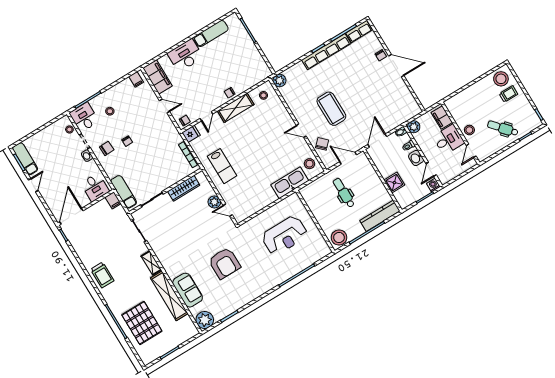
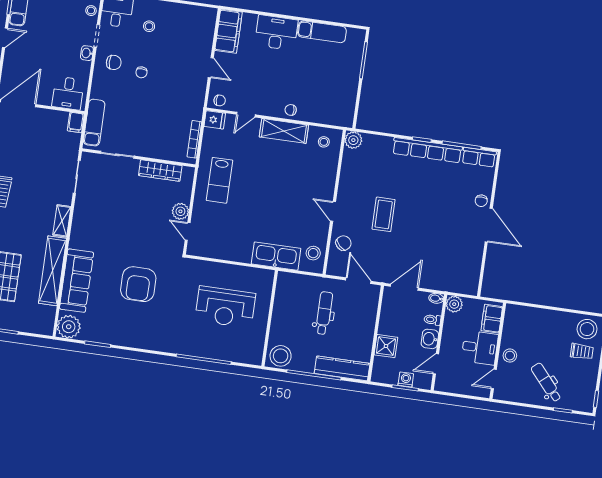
filing cabinet: (136, 79) -> (204, 15), removed
coffee table: (331, 109) -> (384, 214), width x0.73, depth x0.76
washing machine: (433, 185) -> (406, 379), moved
sofa: (188, 290) -> (77, 281), width x1.36

